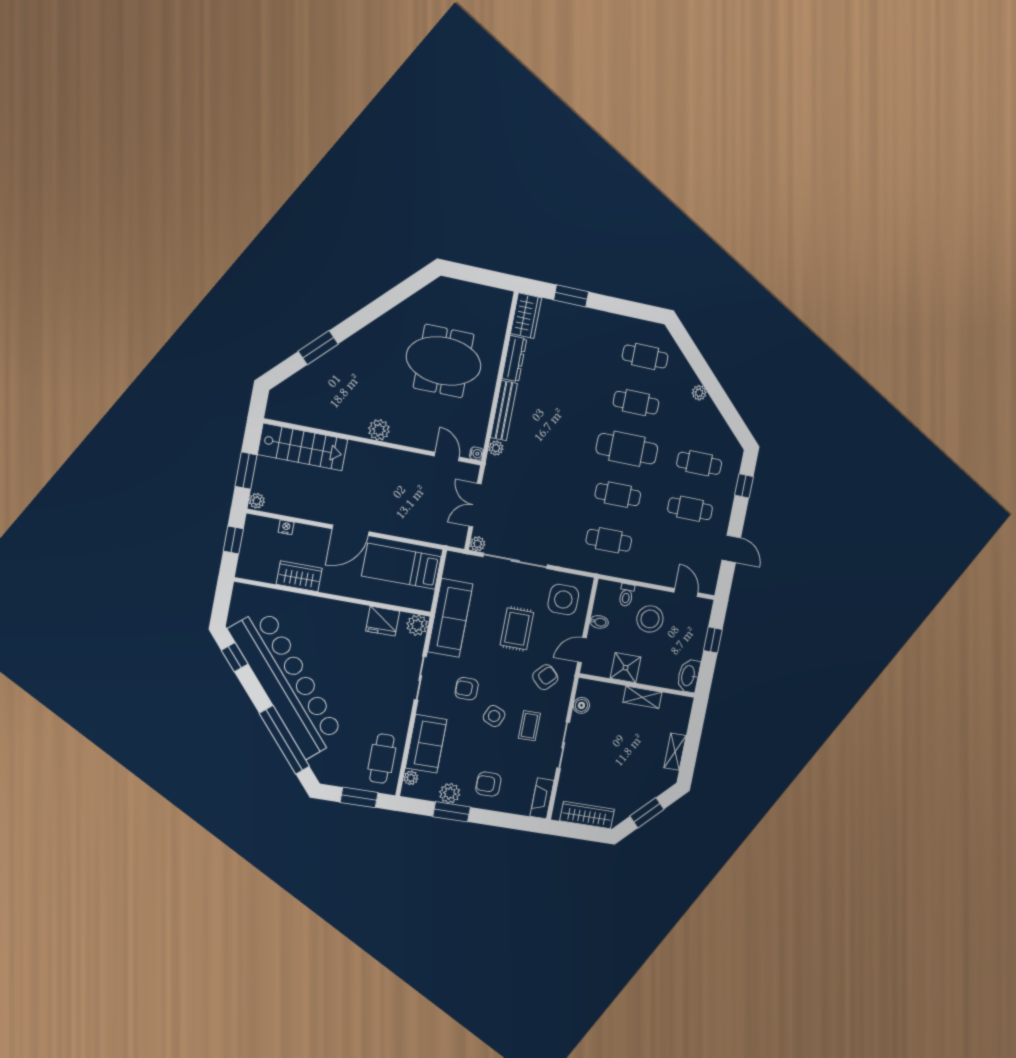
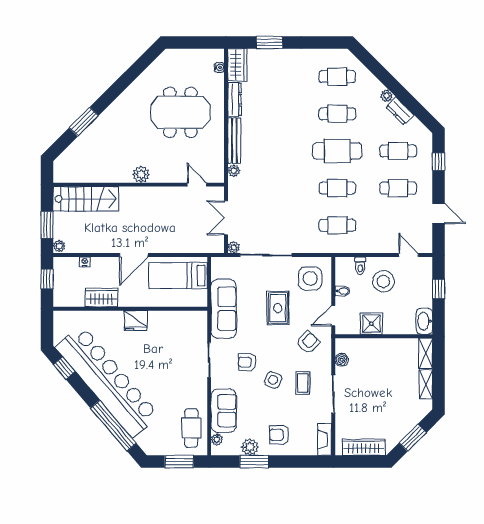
dresser: (711, 415) -> (400, 111), added
water cooler: (476, 454) -> (219, 67), moved
fridge: (383, 621) -> (136, 321), moved
plant: (417, 625) -> (199, 319), removed
shelving: (642, 697) -> (426, 353), moved, turned 90

